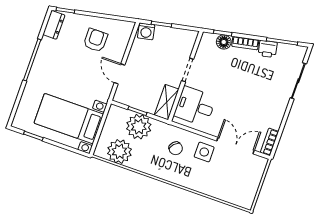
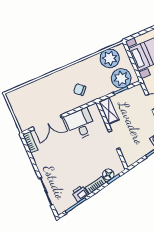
desk: (195, 106) -> (80, 124), moved, turned -90
plant: (139, 127) -> (121, 78), moved
side table: (204, 152) -> (62, 102), removed

